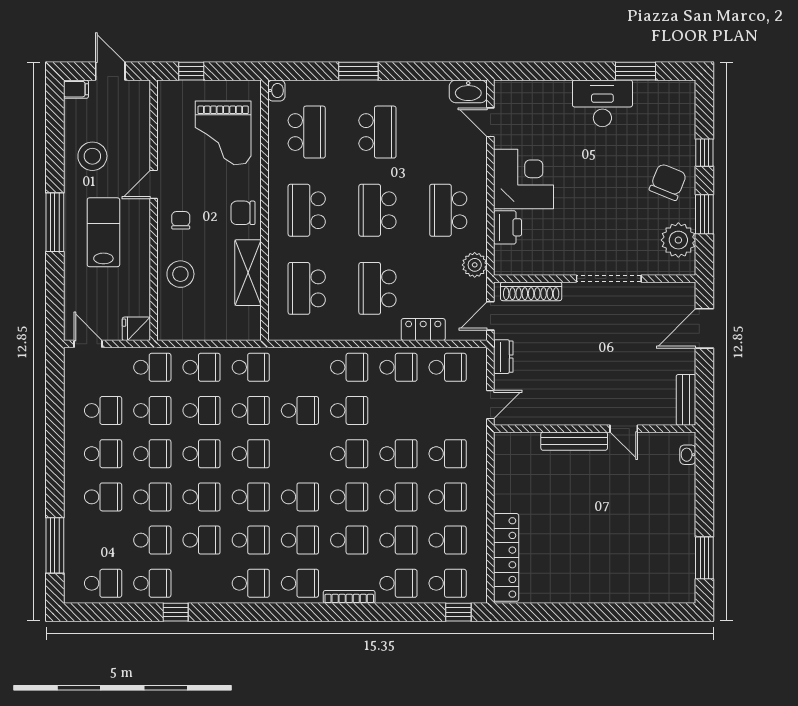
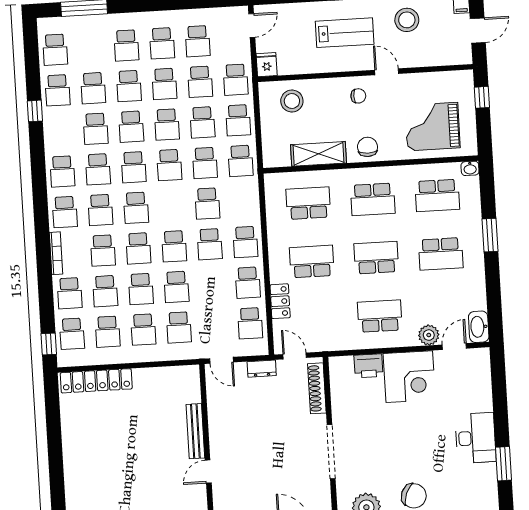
school desk: (307, 210) -> (373, 199), turned 180
plant: (475, 265) -> (429, 335), moved
stool: (180, 274) -> (292, 101), moved

